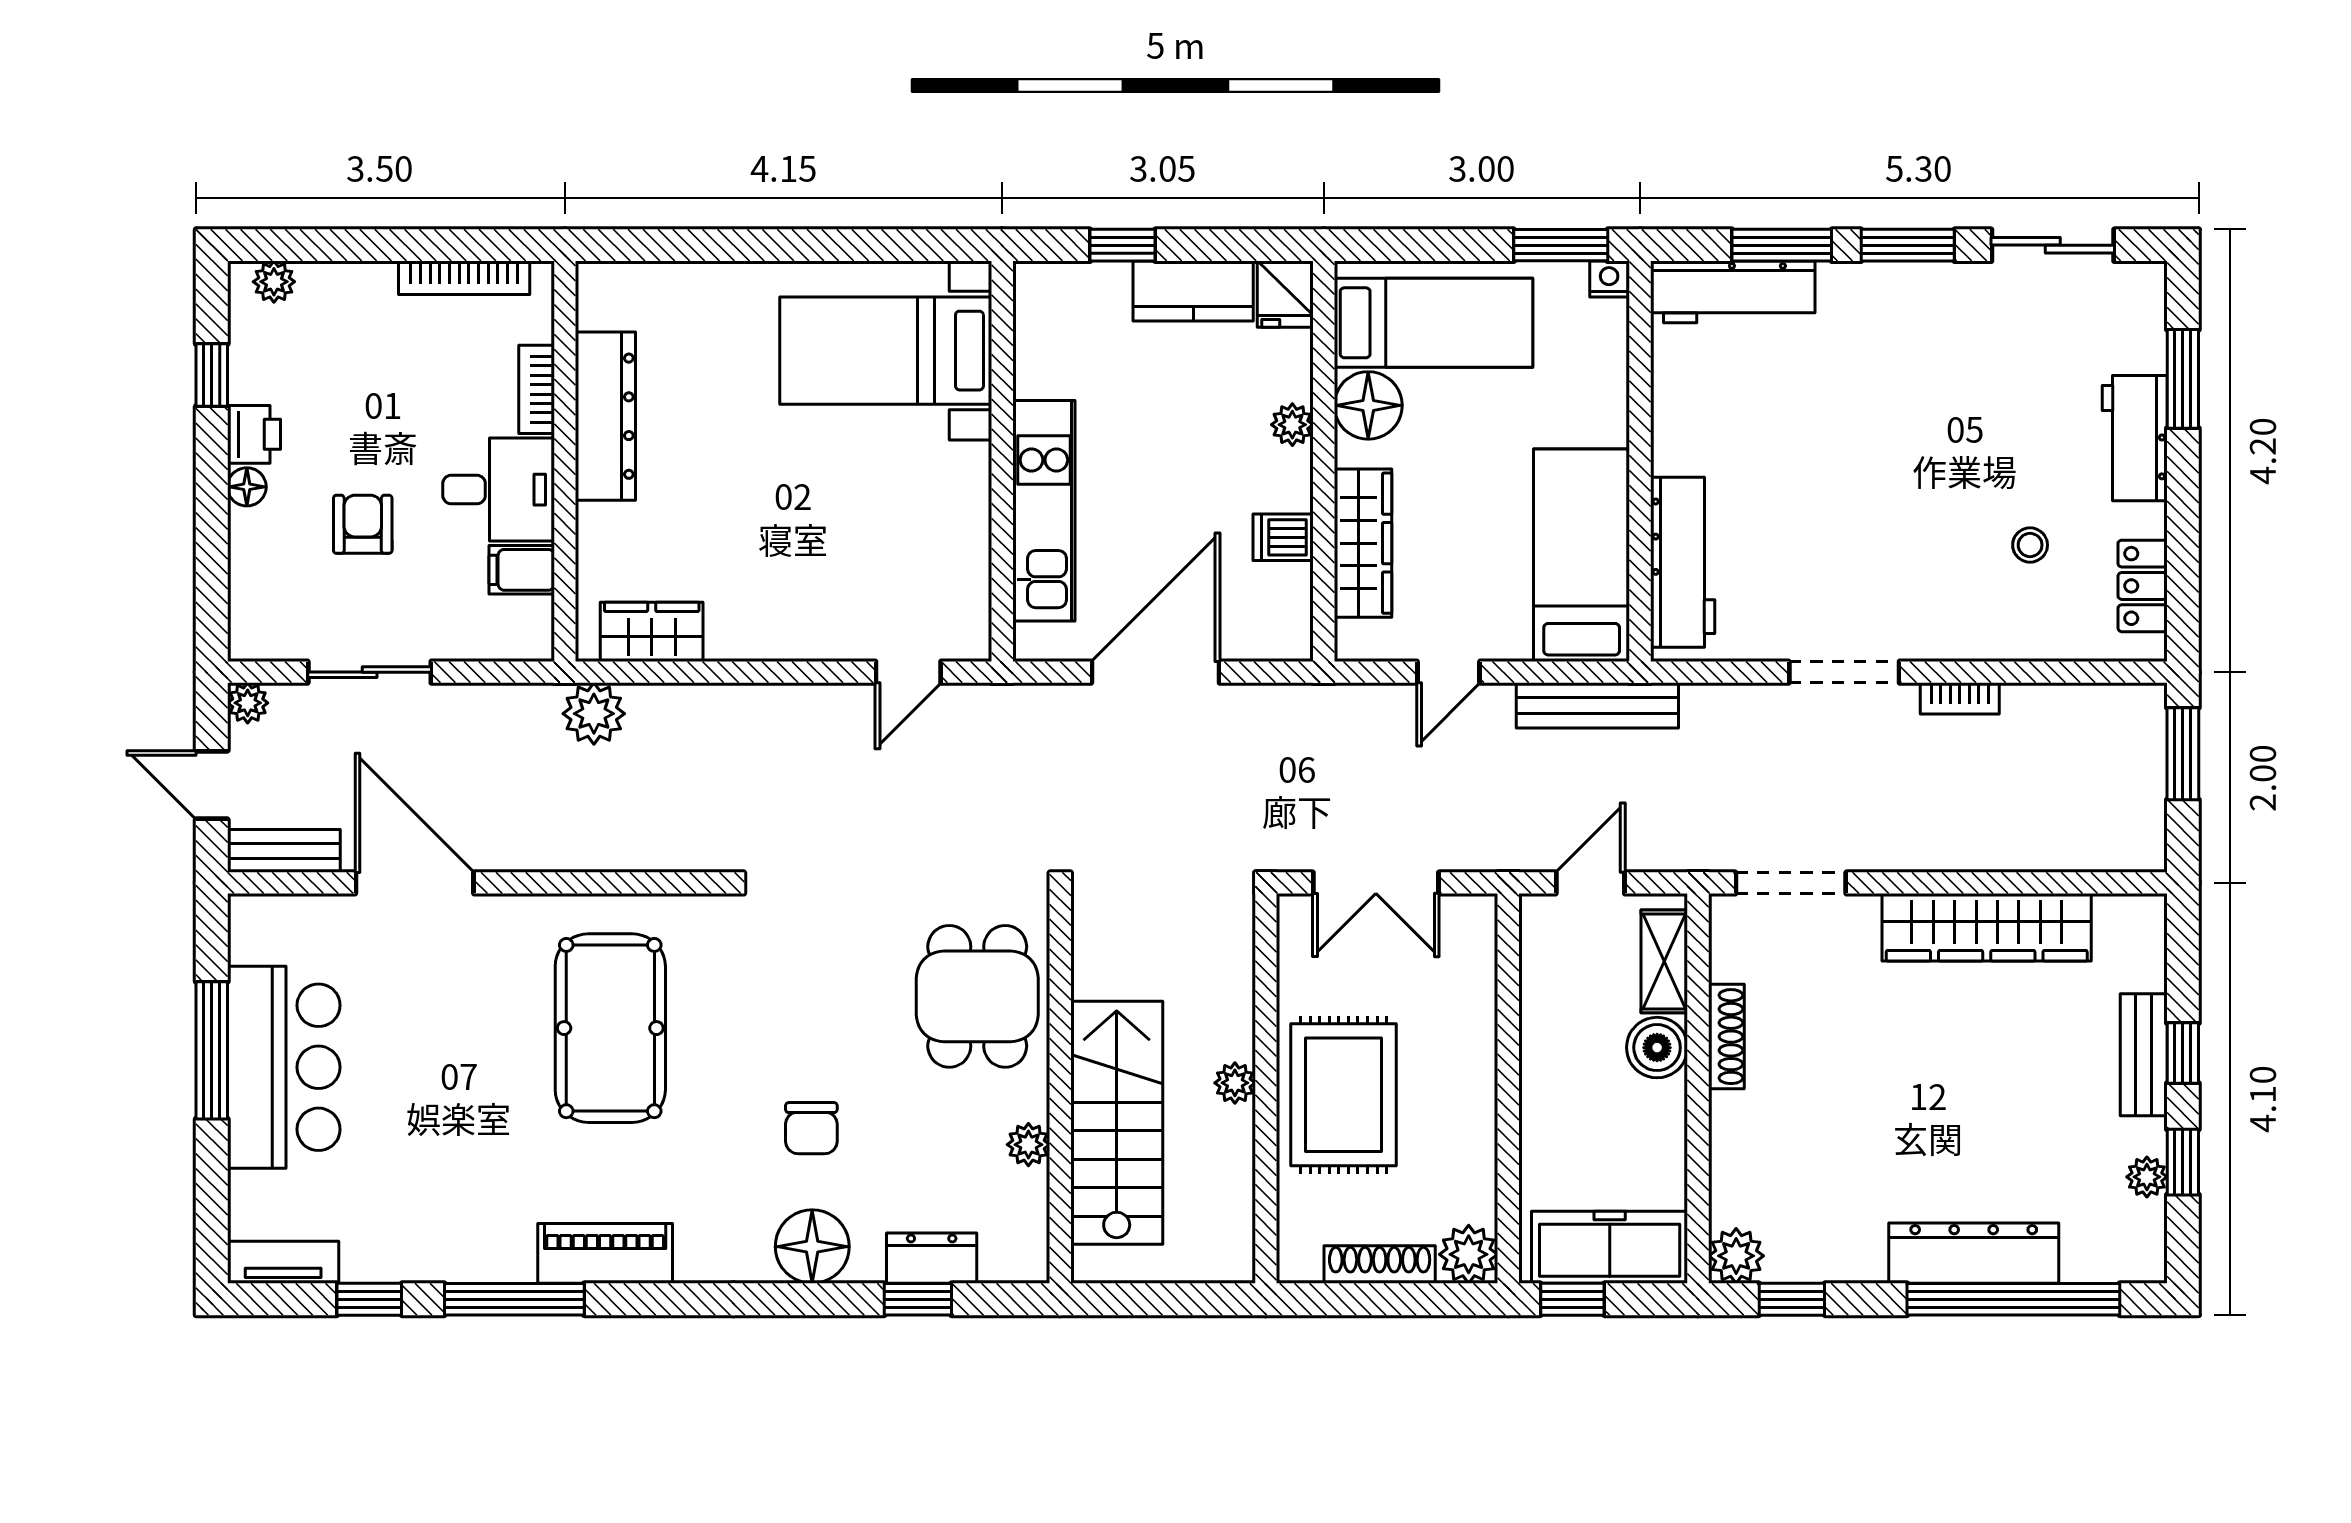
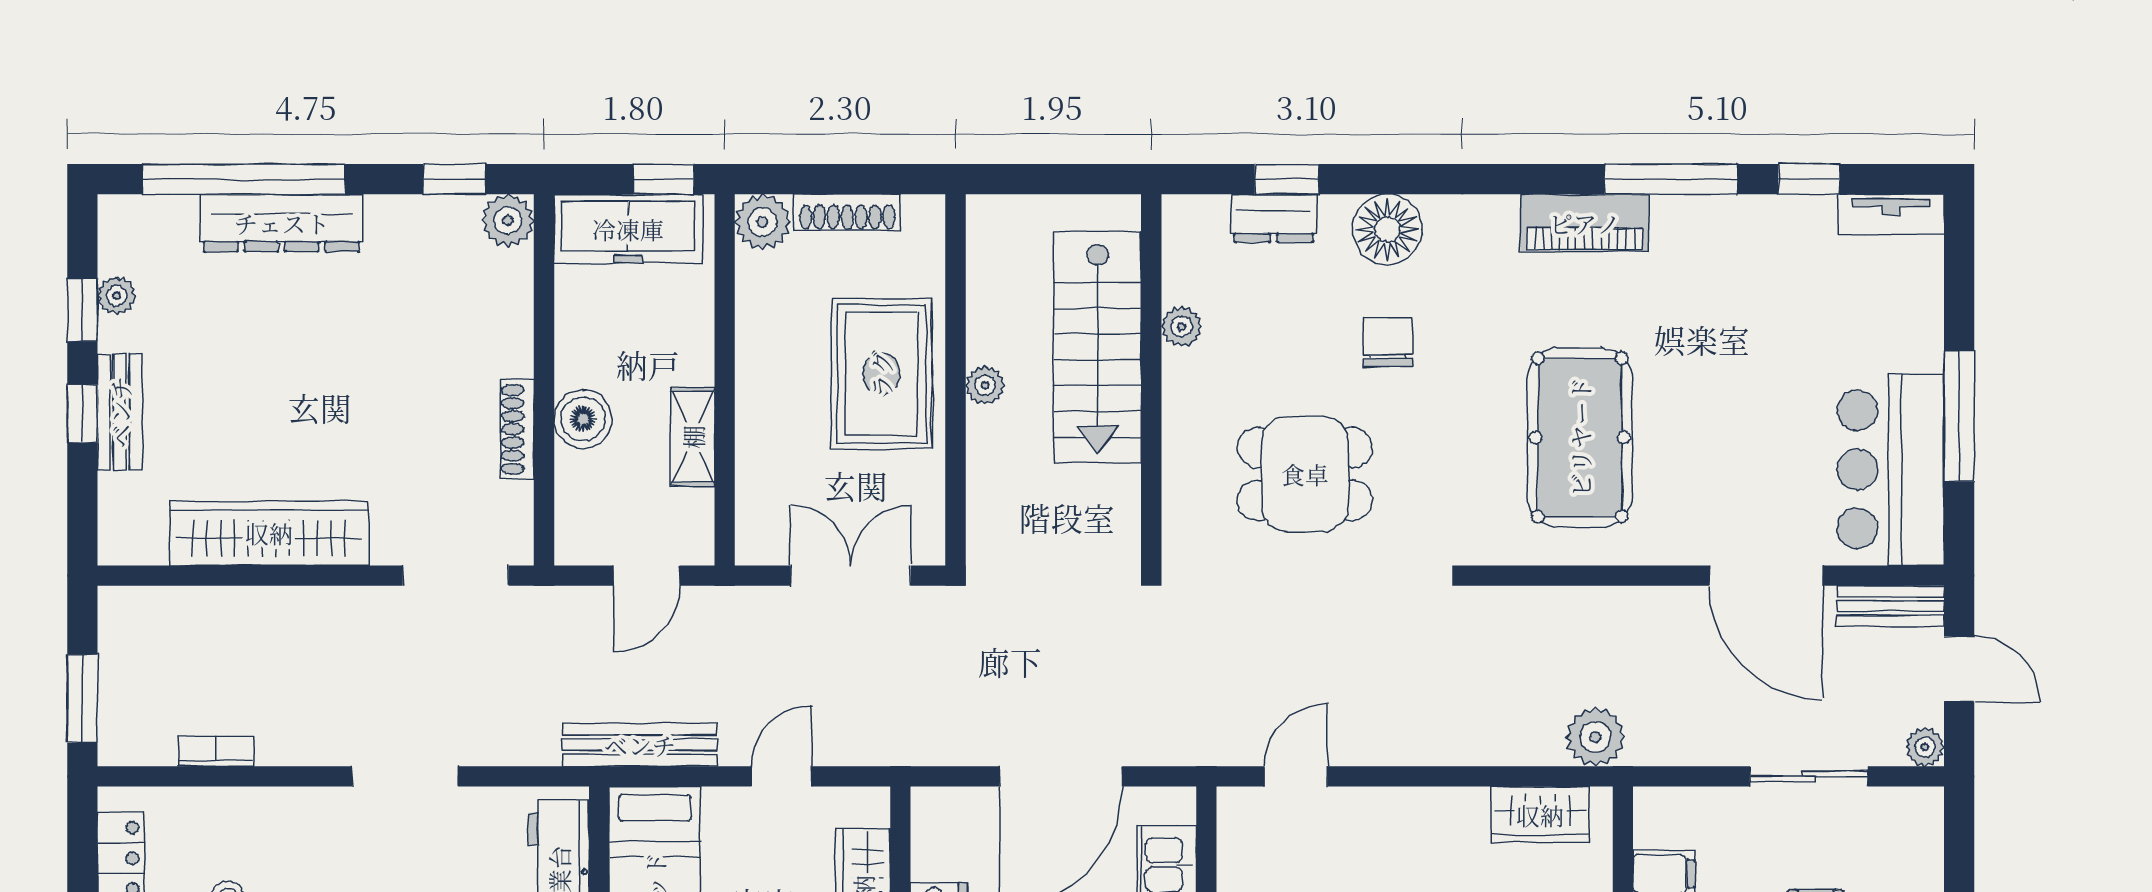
bookcase: (1960, 698) -> (216, 751), moved
shelving: (1664, 961) -> (693, 437), moved
dining table: (977, 996) -> (1305, 474), moved, turned 90
bar counter: (284, 1067) -> (1891, 469), moved

